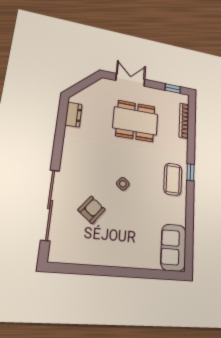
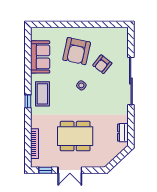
double door: (130, 80) -> (70, 170), moved
sliding door: (50, 205) -> (131, 81), moved
armchair: (126, 232) -> (77, 51), added
sofa: (173, 247) -> (40, 57), moved

